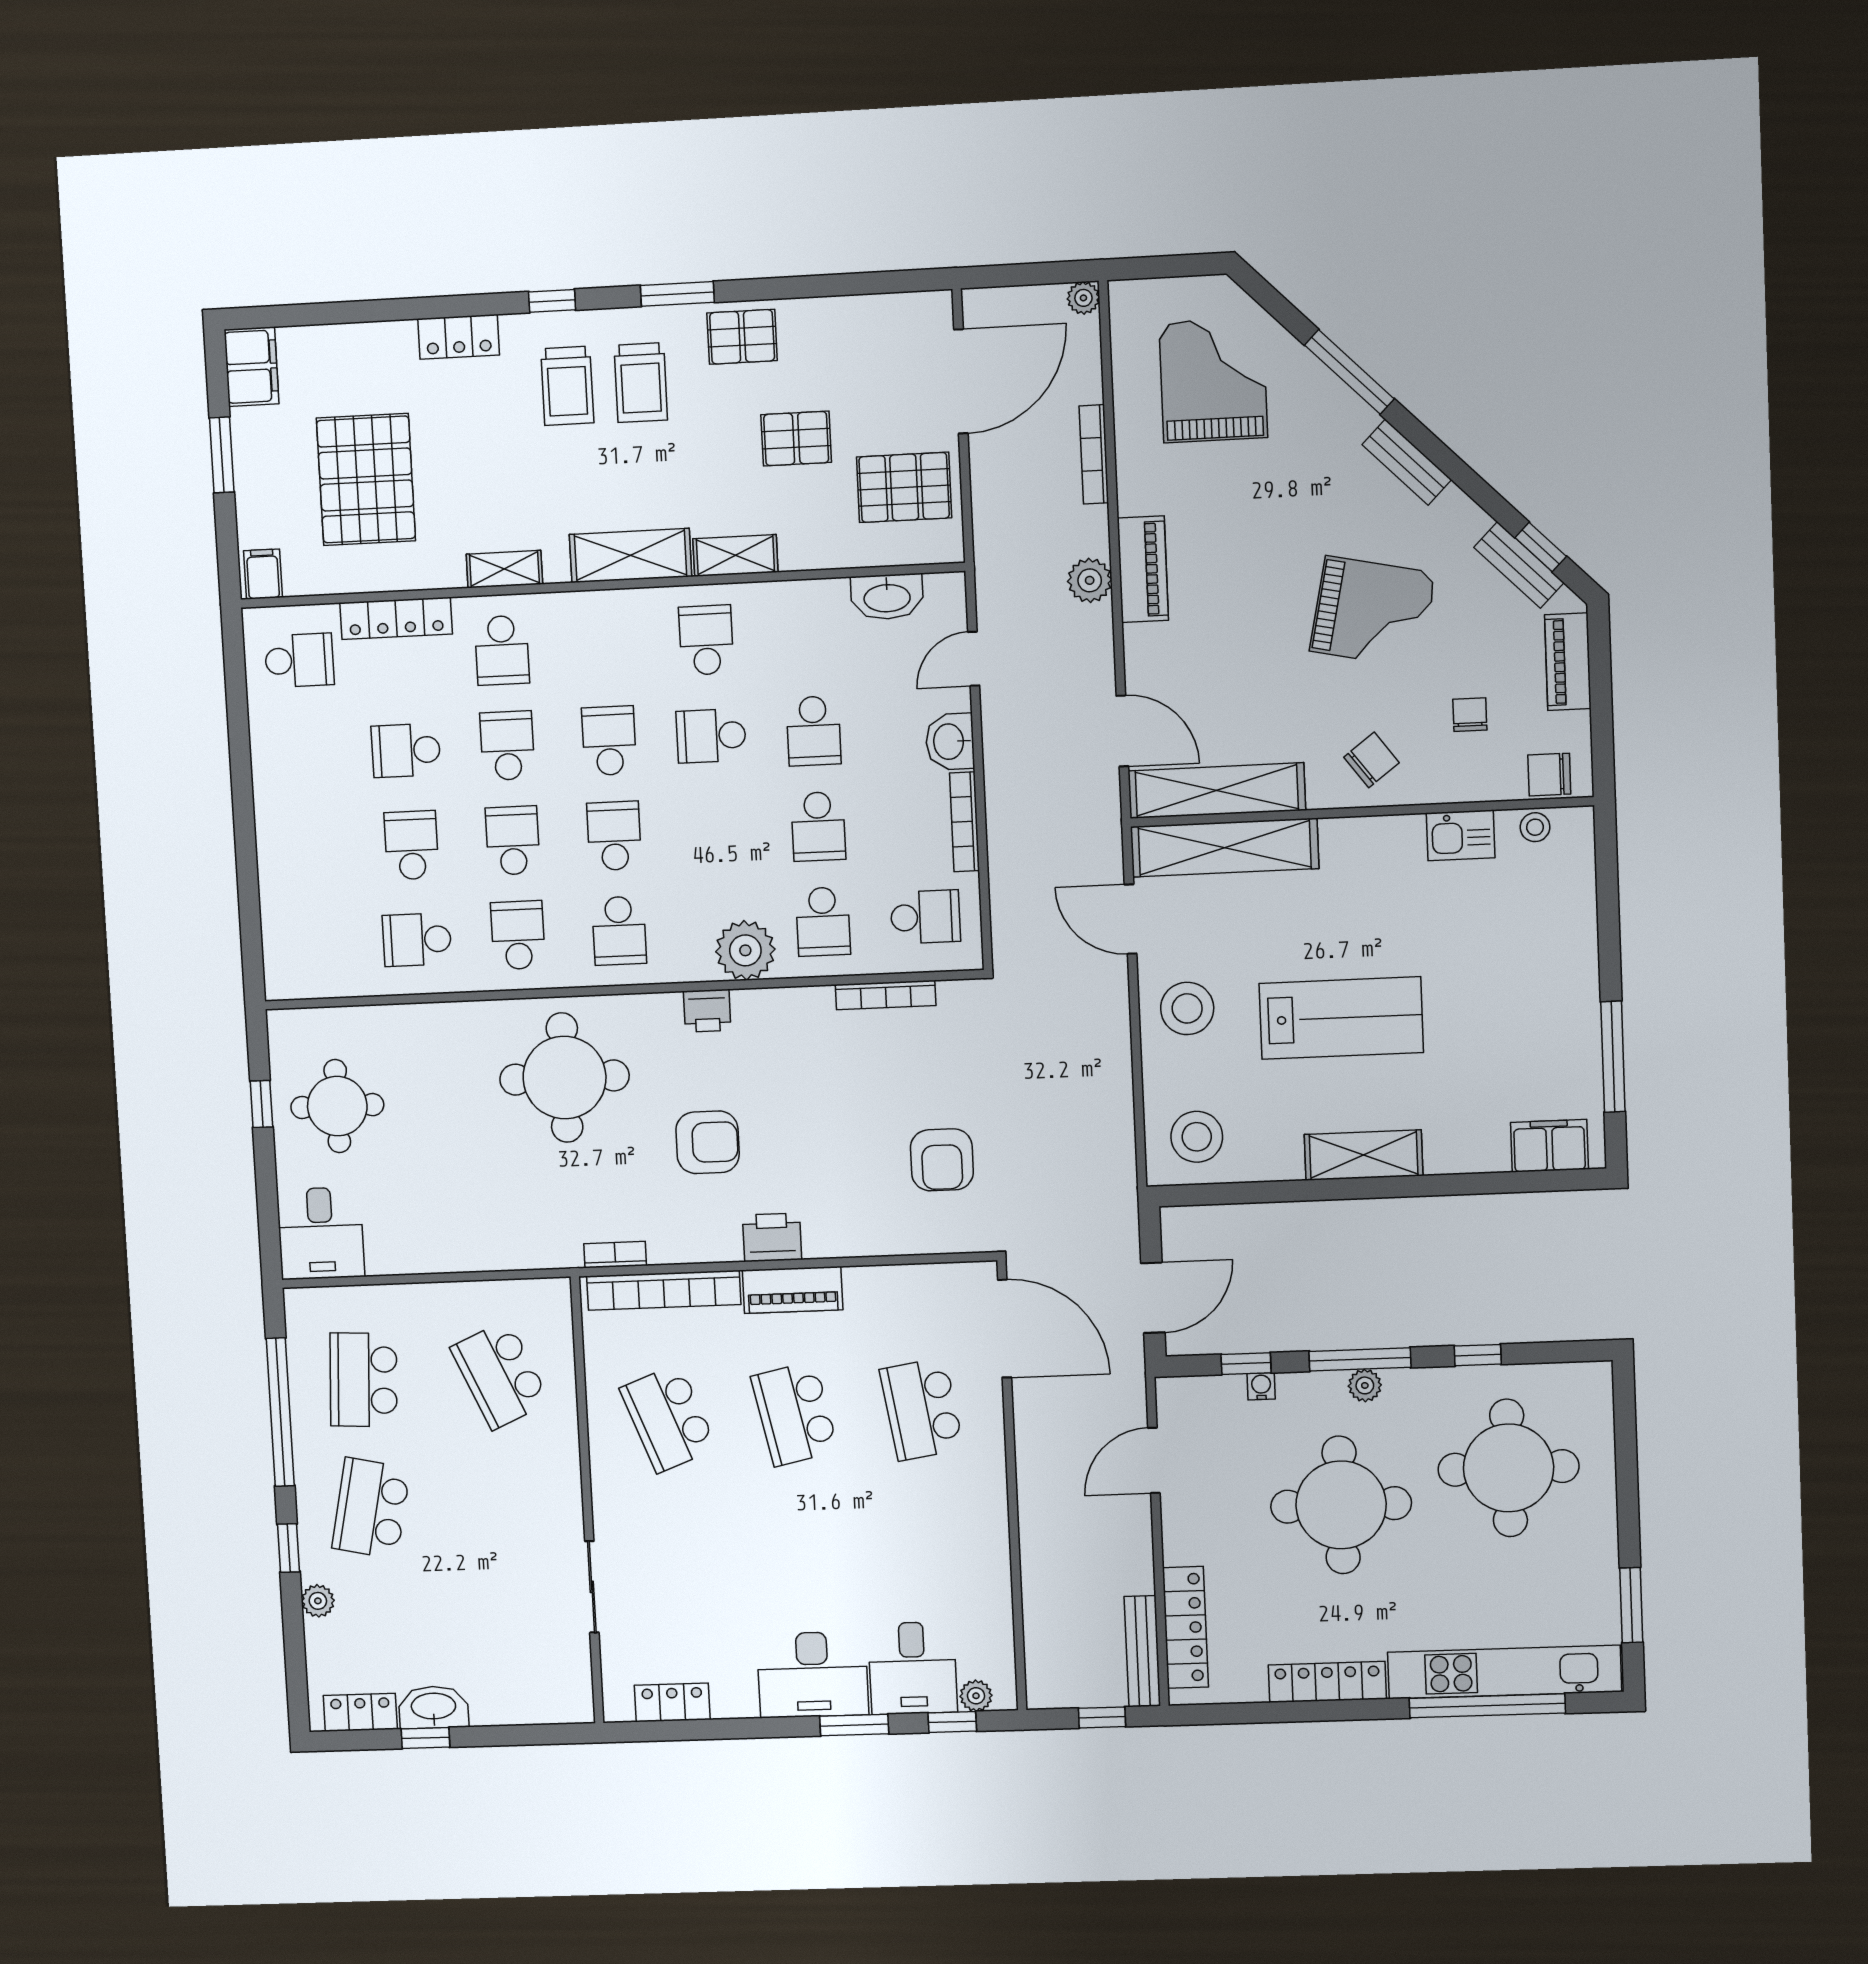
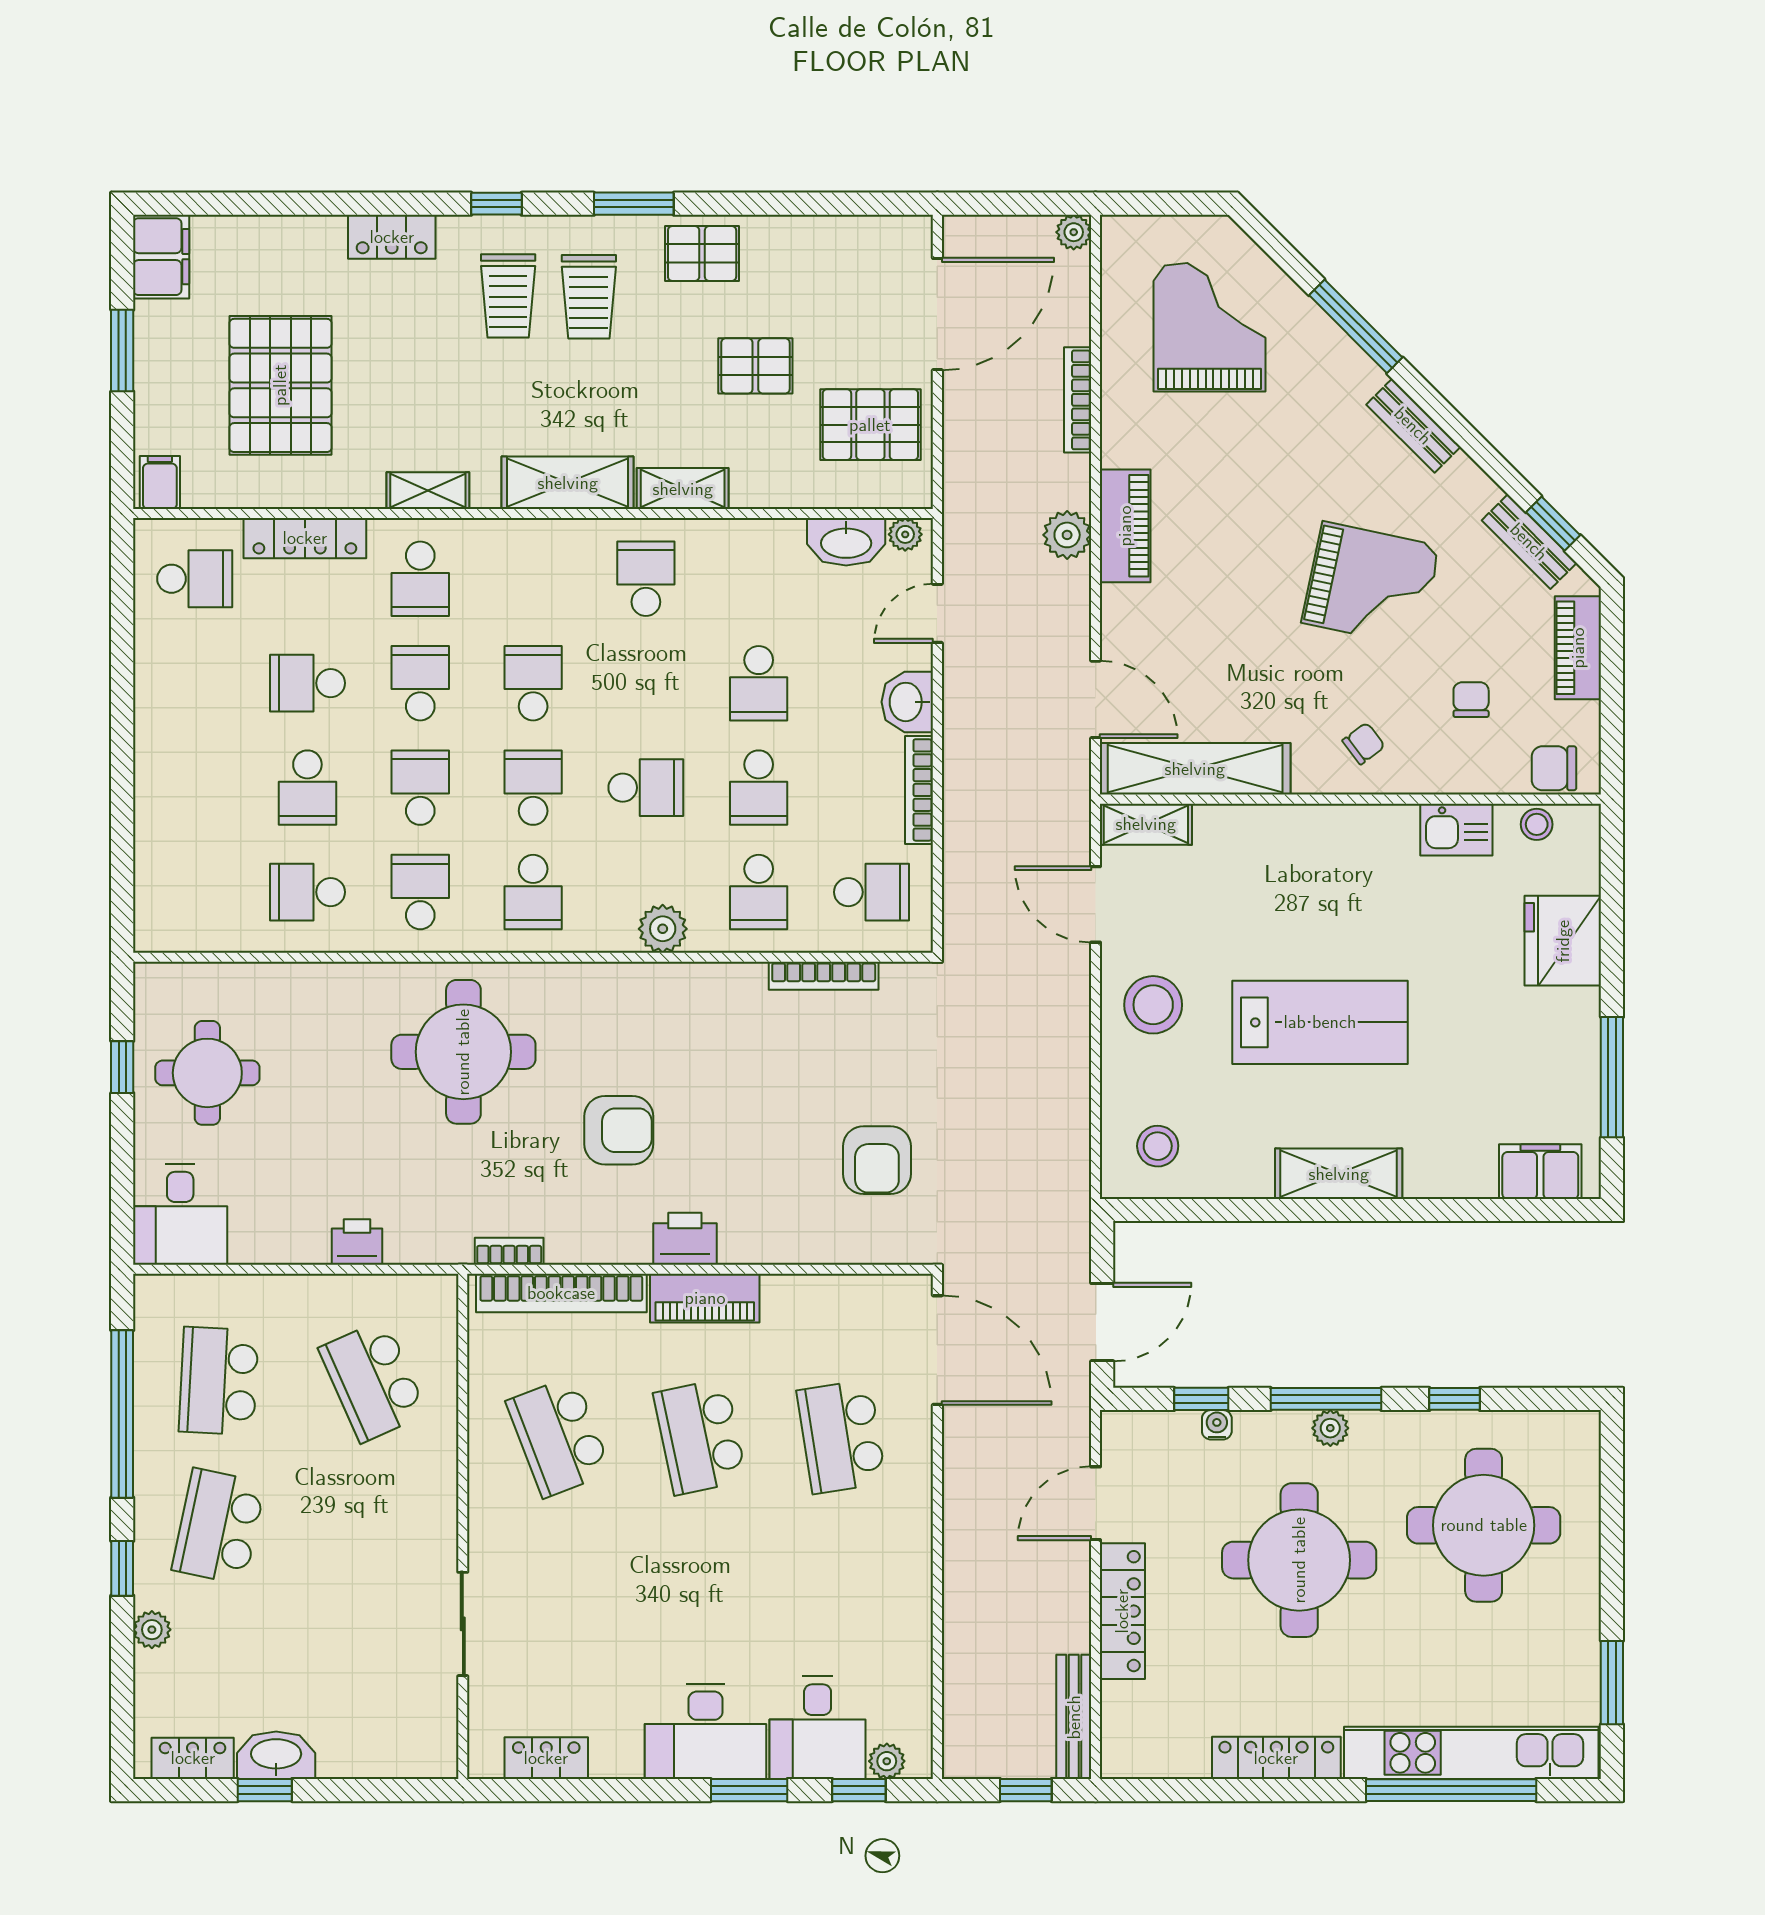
plant: (941, 587) -> (905, 534), added
school desk: (711, 736) -> (646, 788), moved, turned 180
chair: (1372, 760) -> (1364, 743), width x0.73, depth x0.73
school desk: (411, 845) -> (307, 788), turned 180
shelving: (1225, 848) -> (1146, 824), width x0.45, depth x0.75
fridge: (1563, 933) -> (1563, 941), added
plant: (745, 950) -> (663, 929), width x0.73, depth x0.73
printer: (707, 1011) -> (357, 1242), moved, turned 180
stool: (1197, 1137) -> (1158, 1146), width x0.73, depth x0.73
locker: (1185, 1627) -> (1122, 1611), moved

